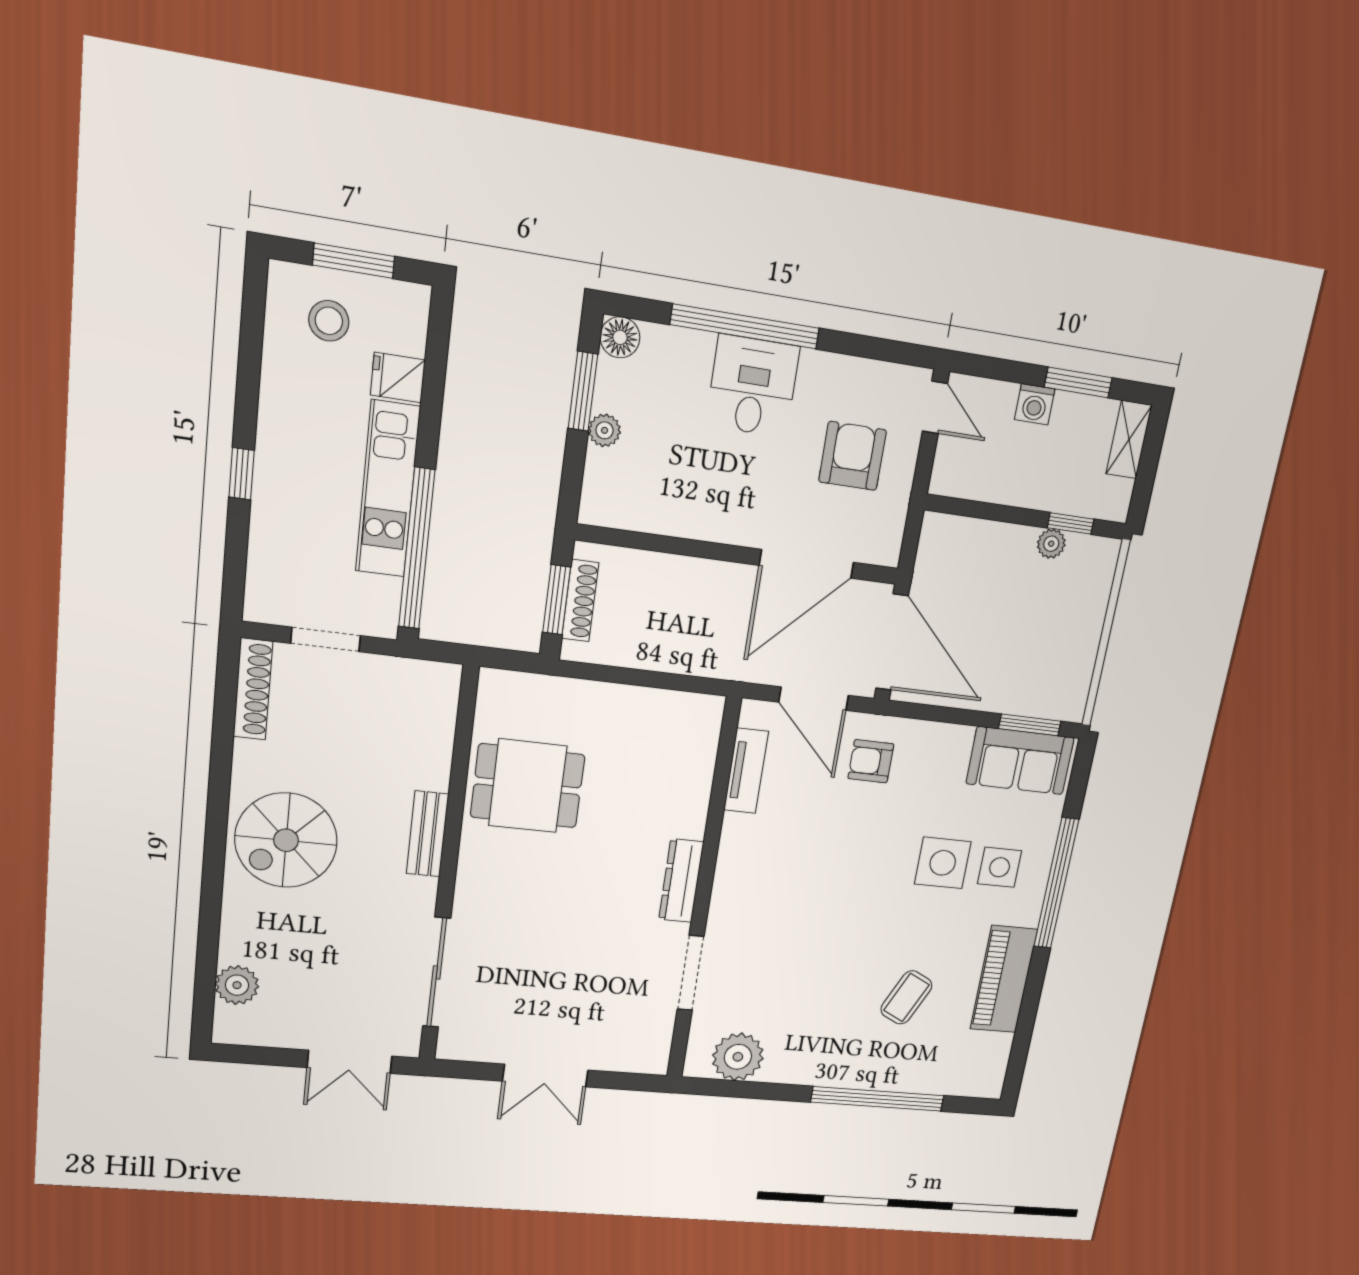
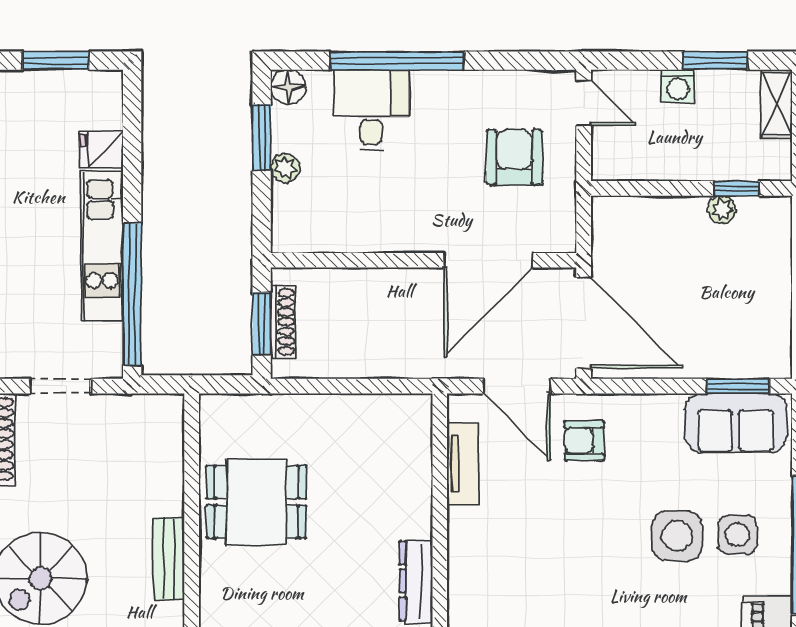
stool: (329, 321) -> (40, 112), removed
desk: (753, 386) -> (371, 110), moved

